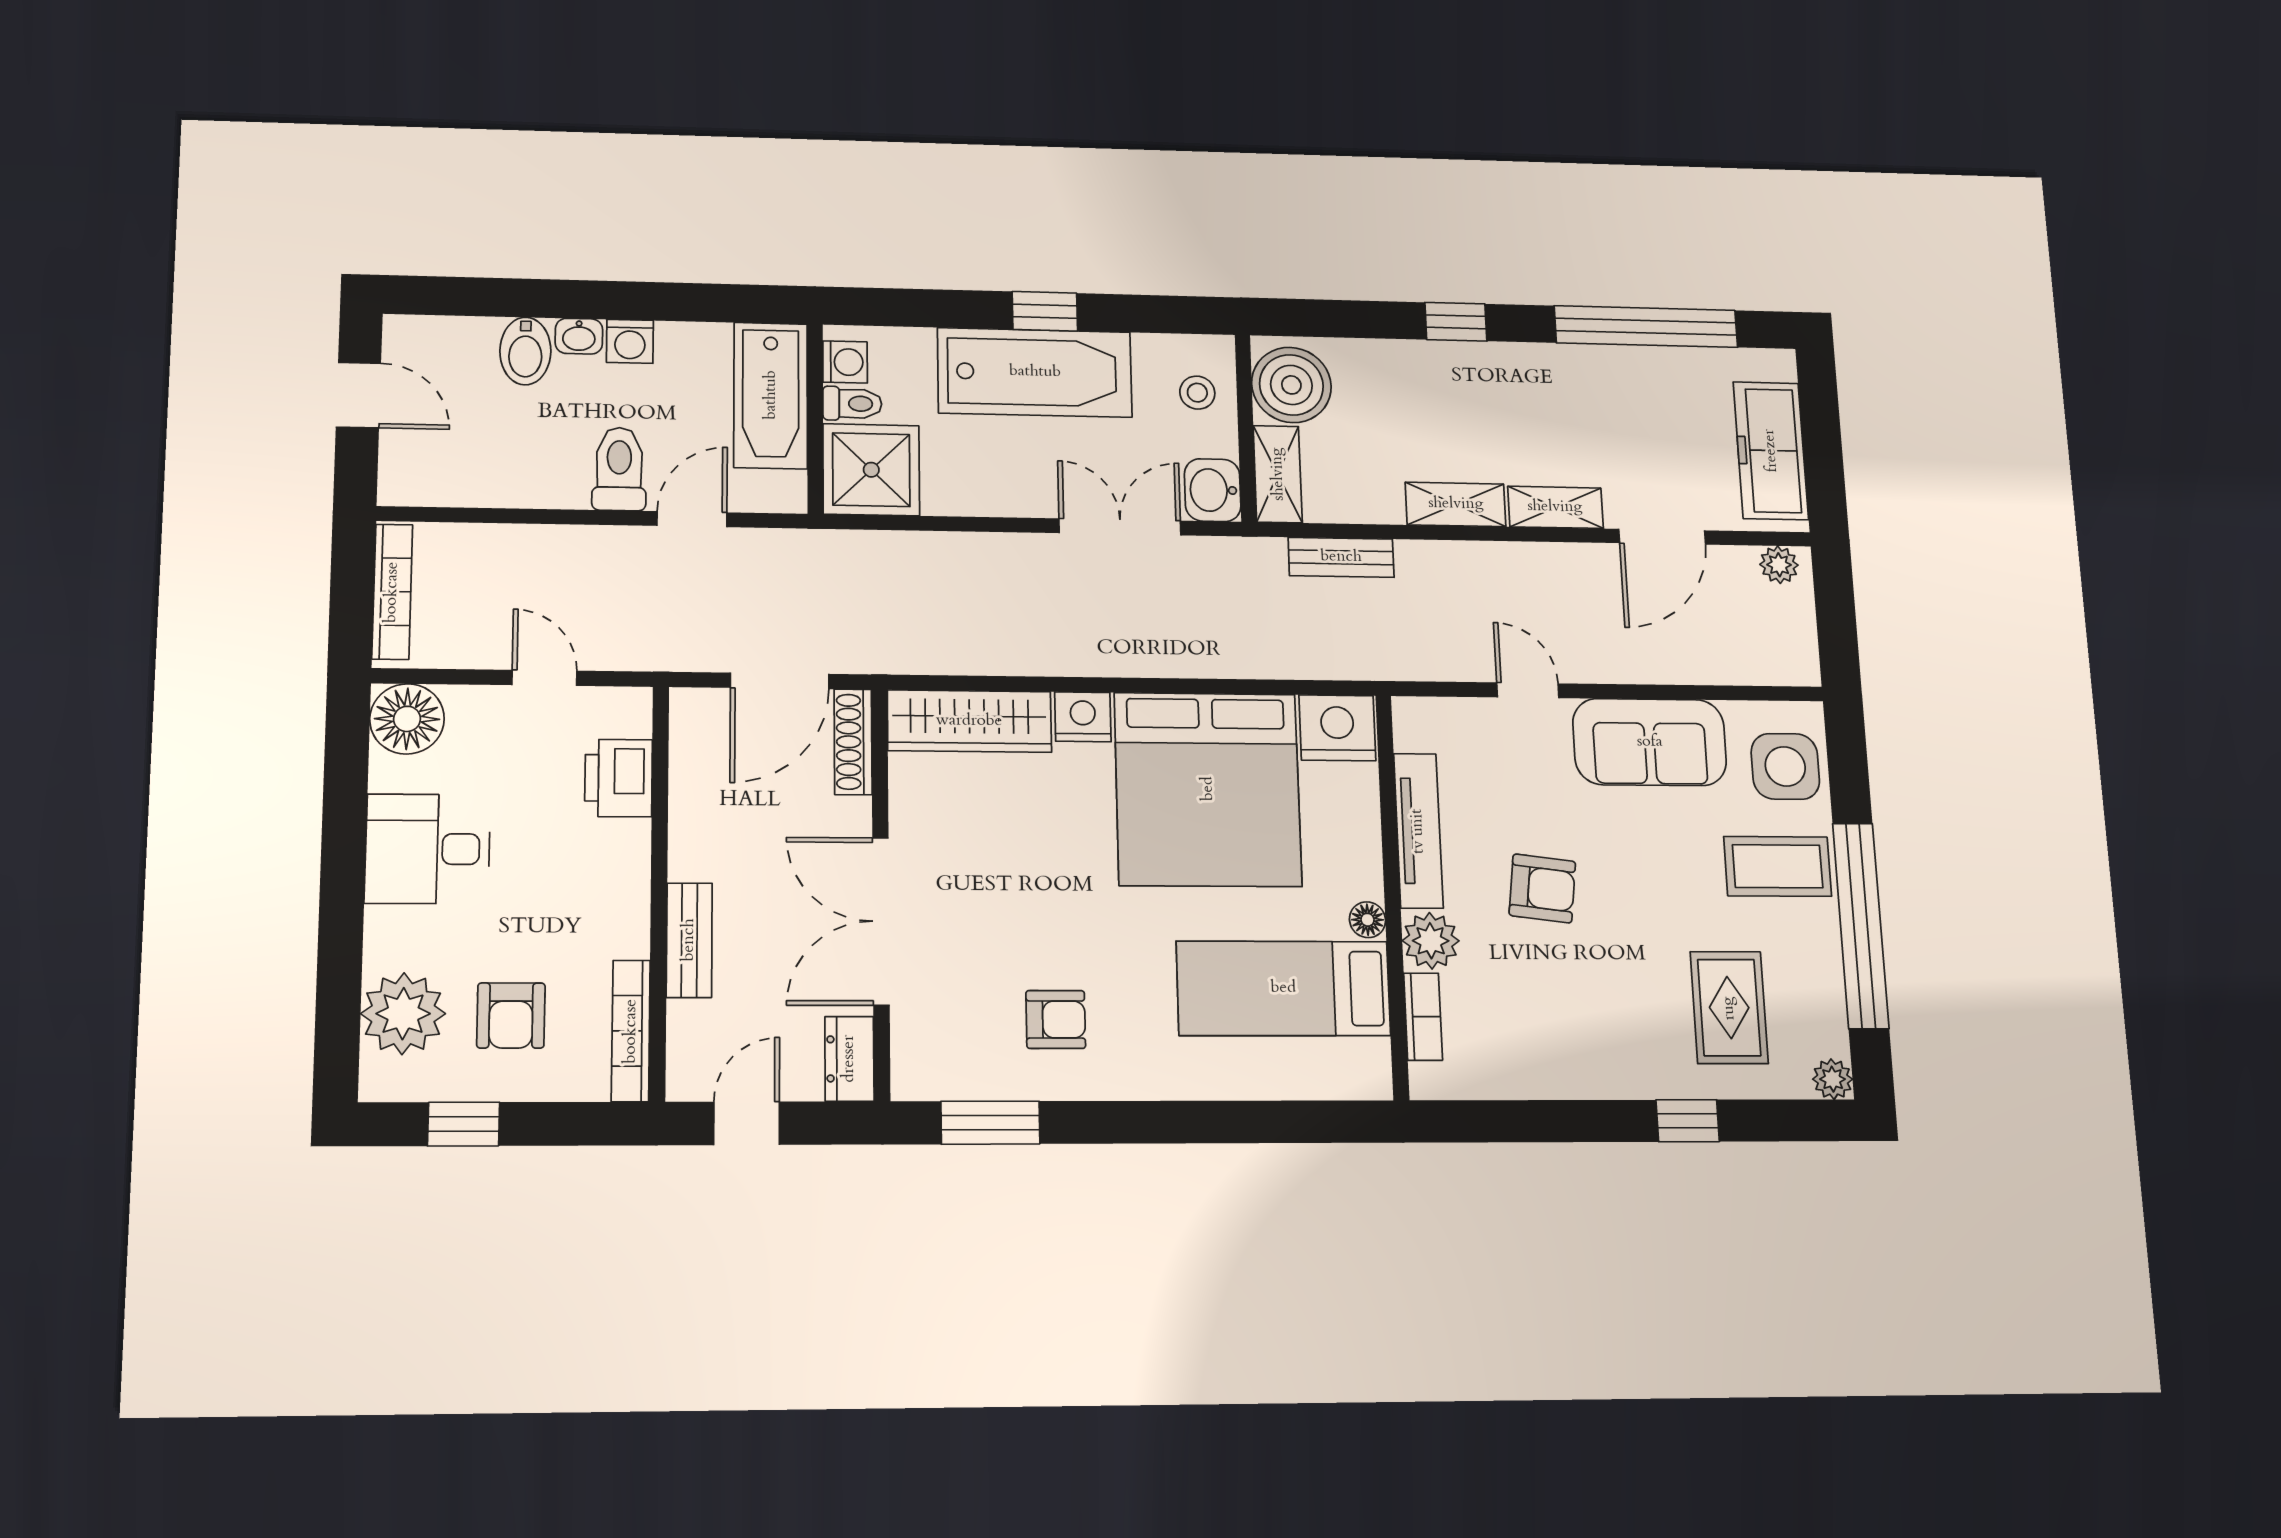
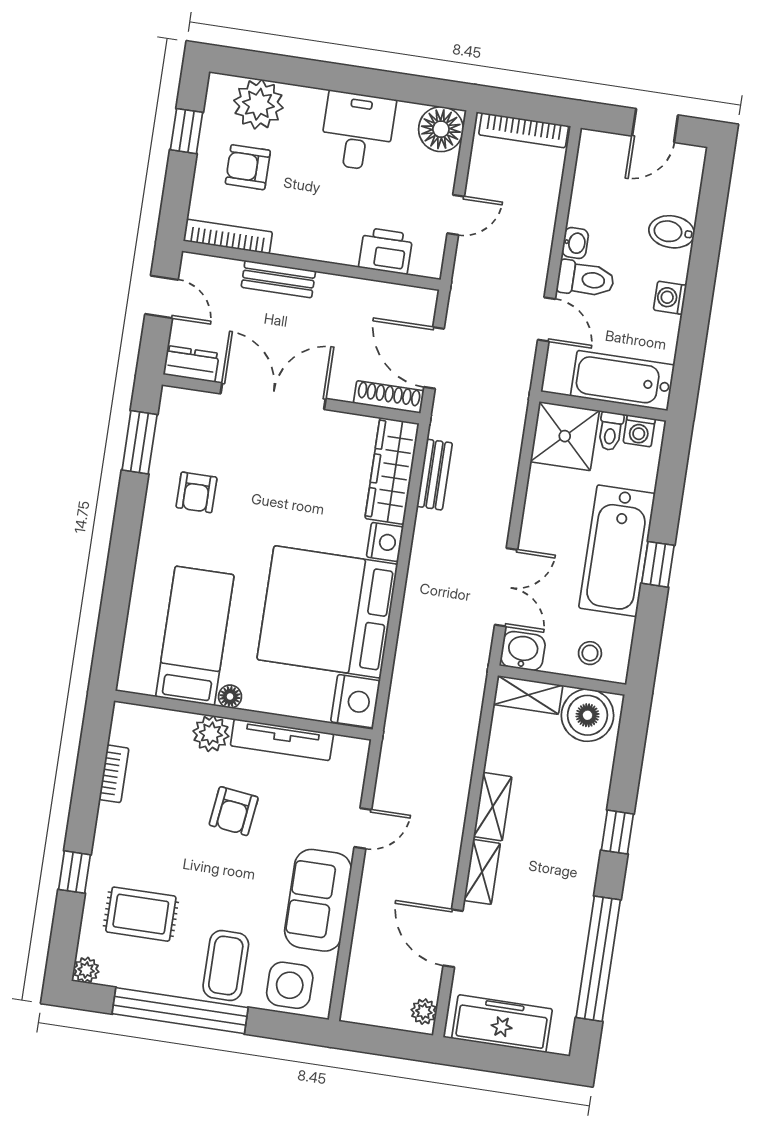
washbasin: (579, 336) -> (575, 243), moved, turned 180
bench: (1341, 557) -> (435, 475), moved
bookcase: (1423, 1017) -> (114, 774), moved, turned -90

